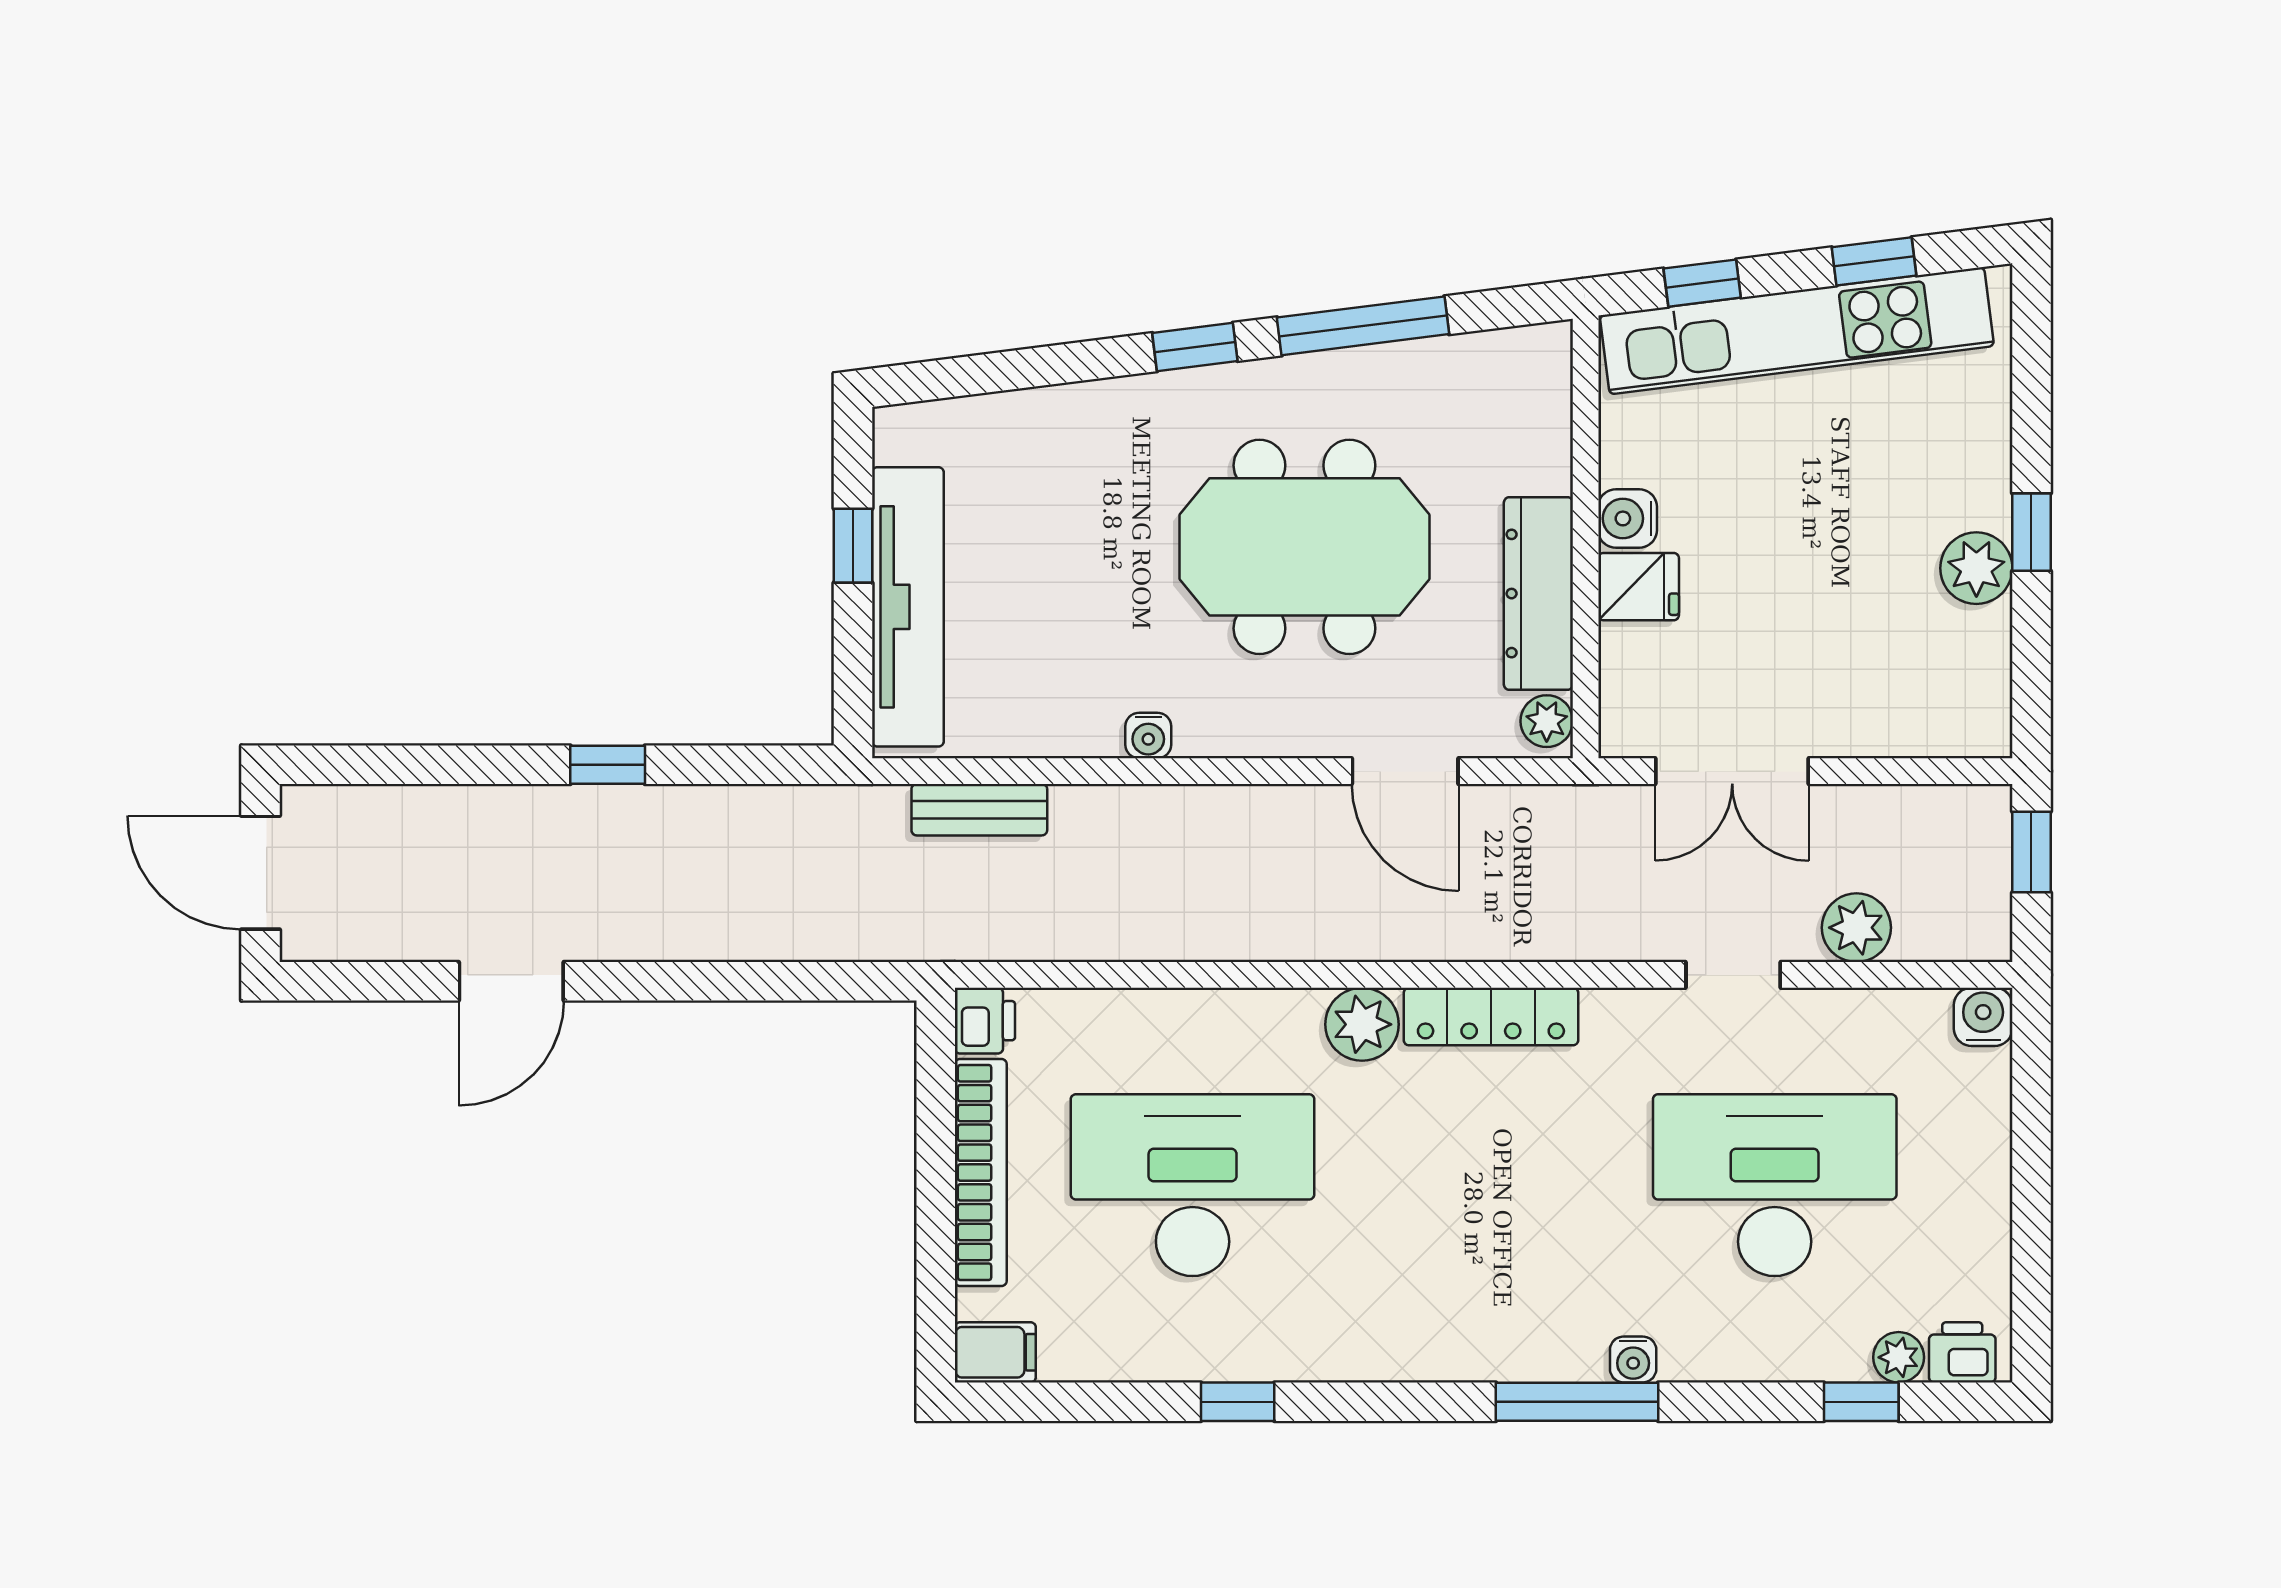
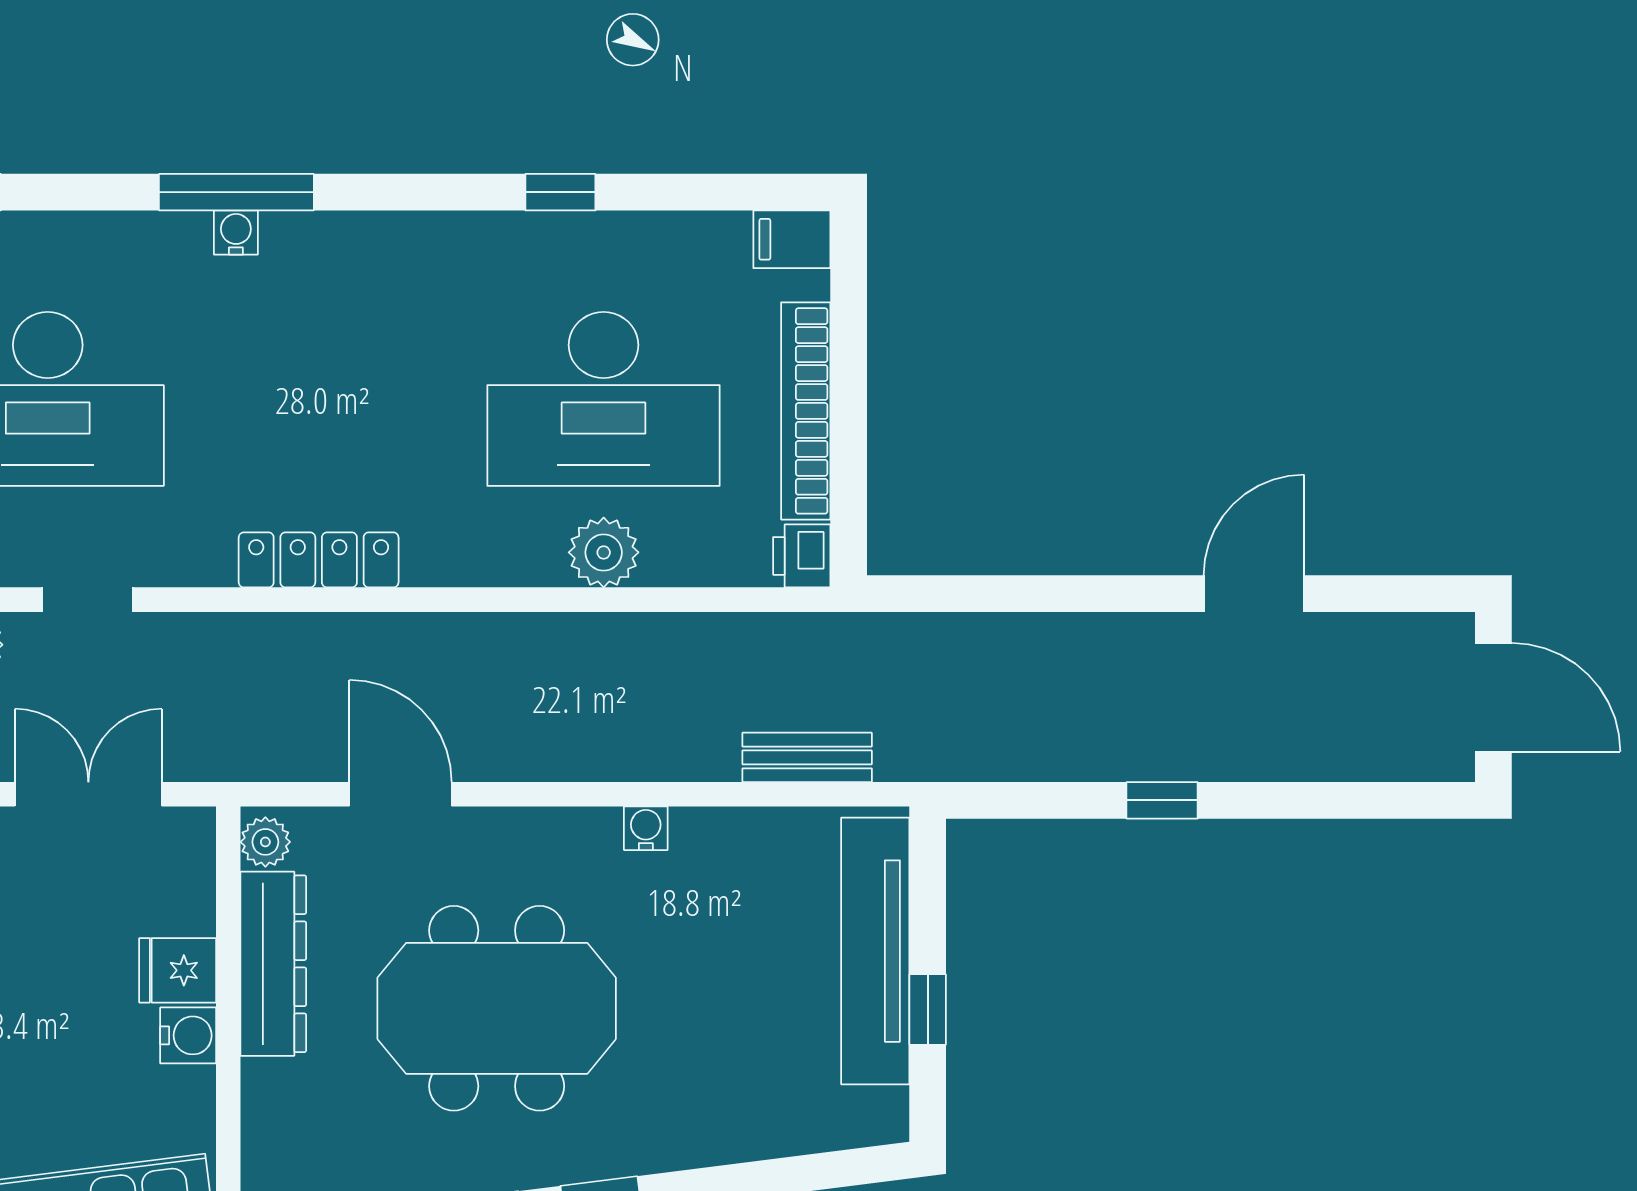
plant: (1362, 1024) -> (604, 552), moved
water cooler: (1633, 1359) -> (236, 232), moved

